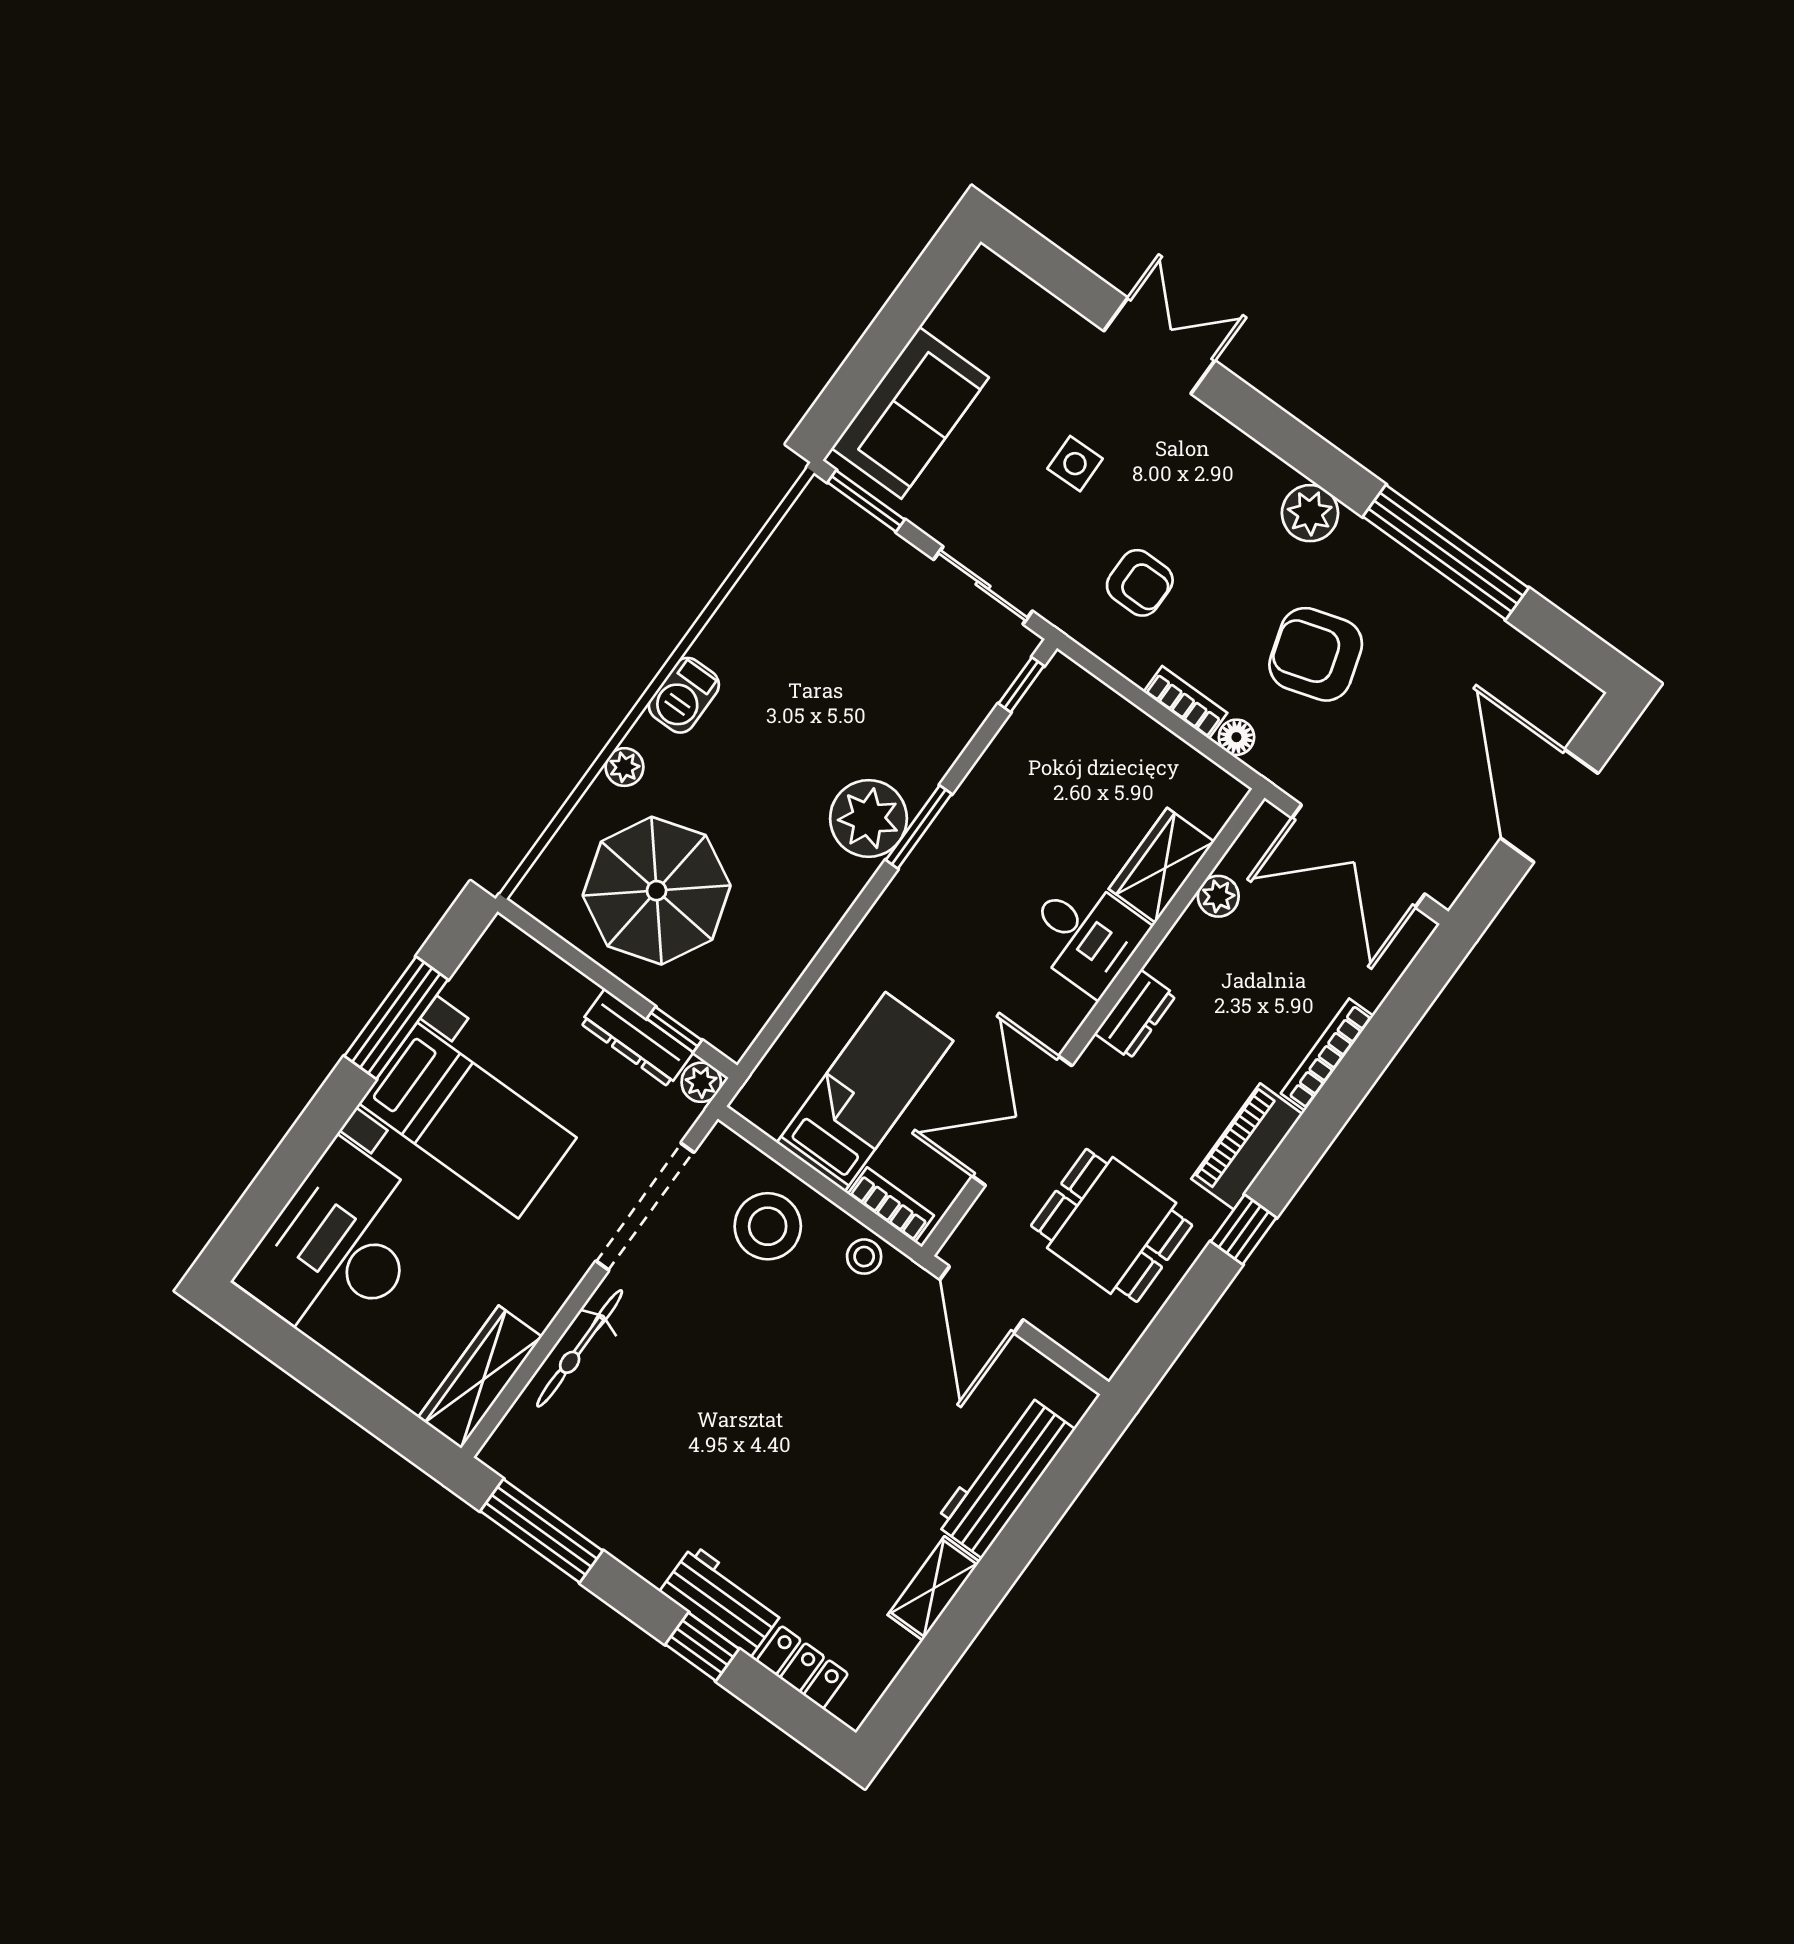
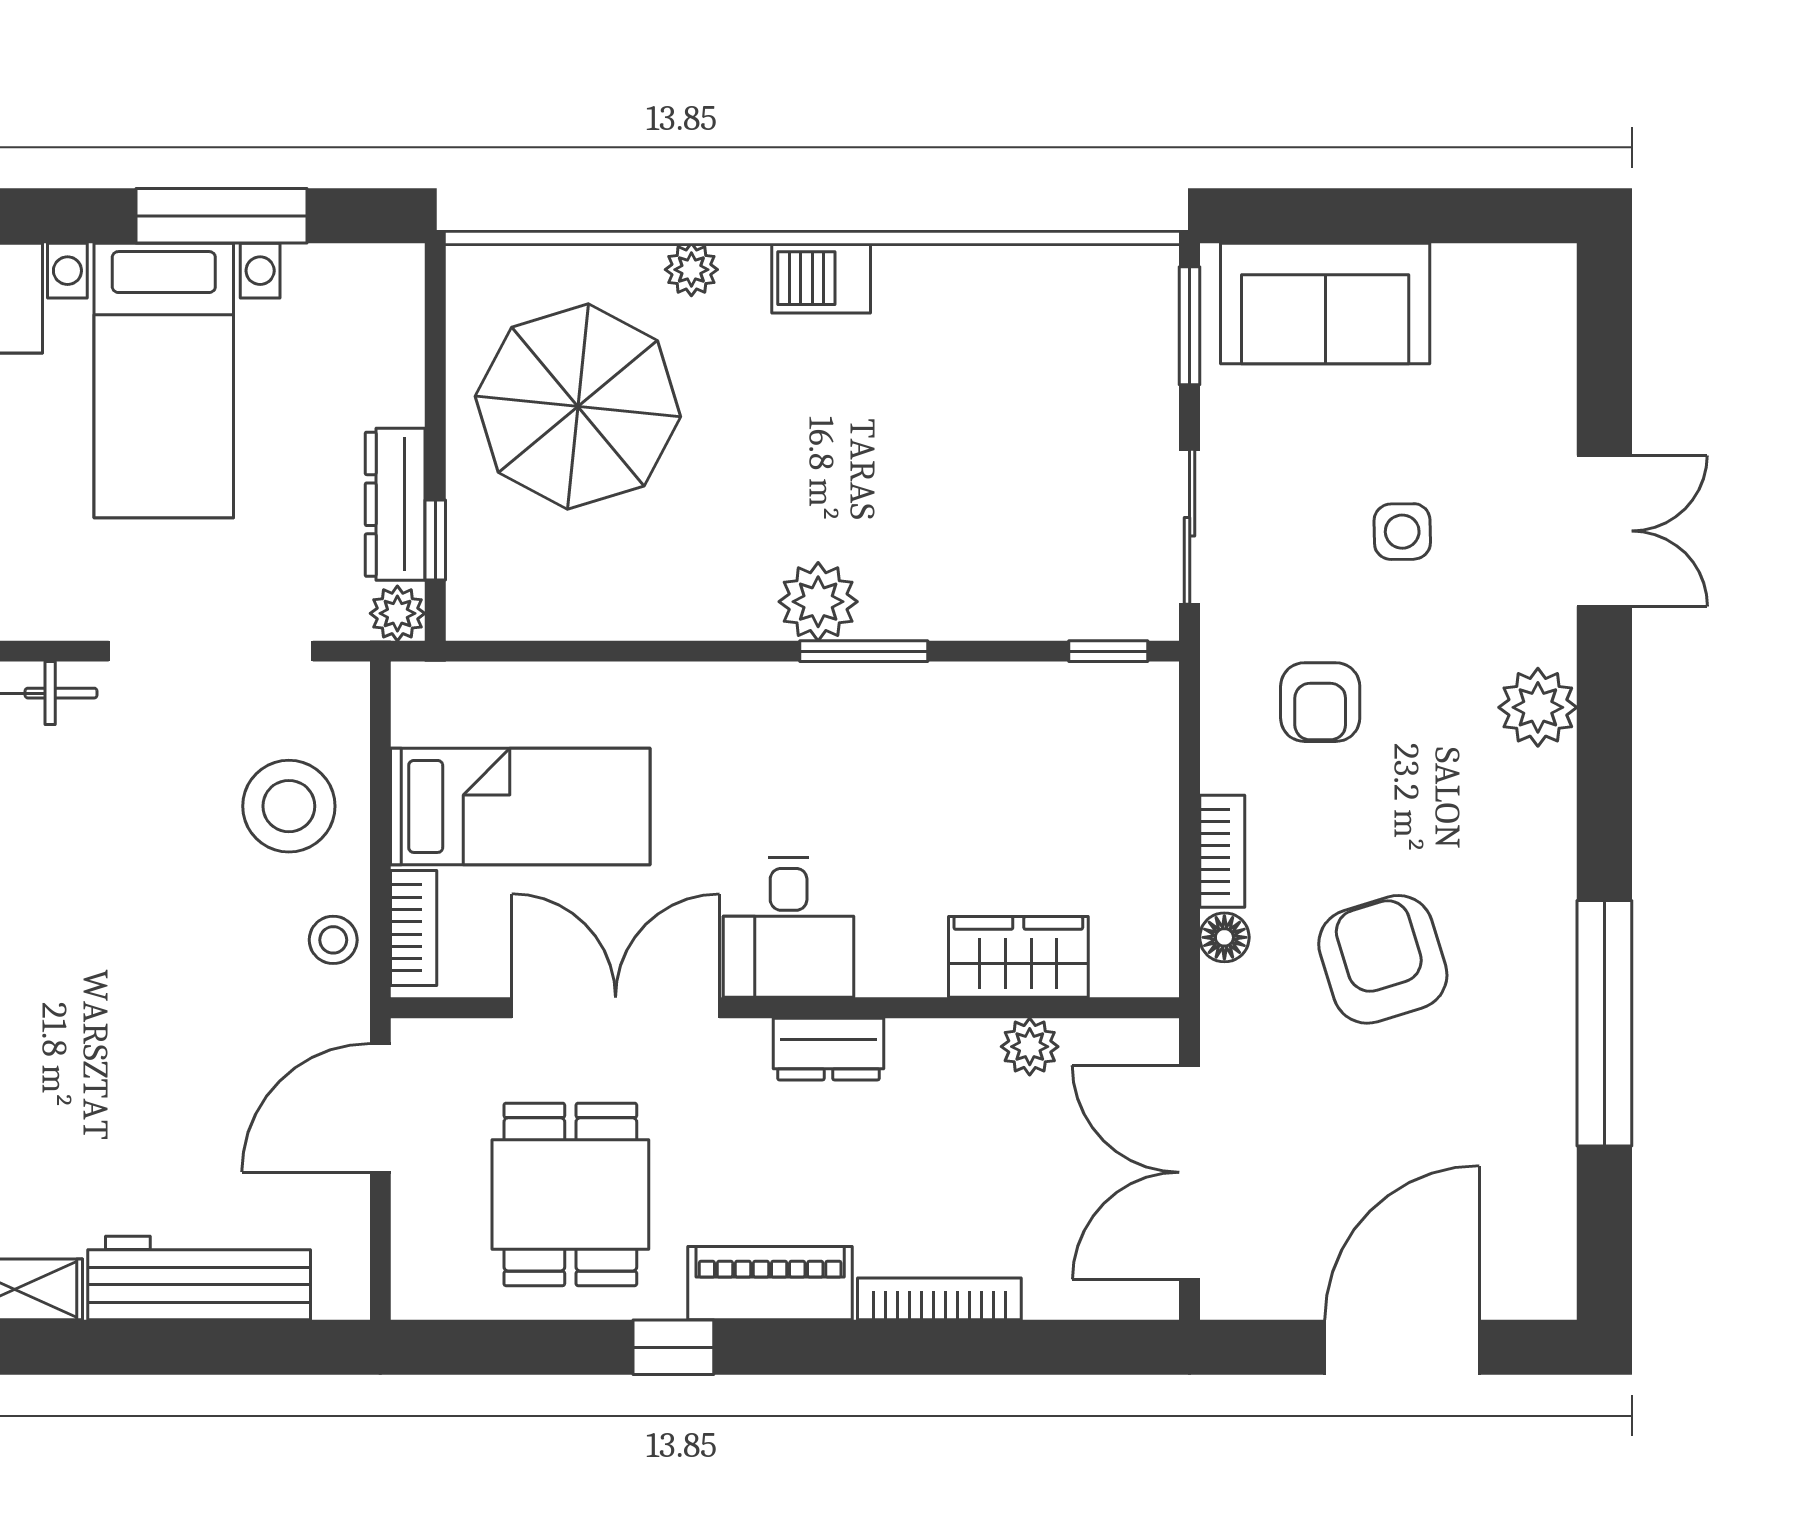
plant: (1310, 513) -> (1538, 707), moved
plant: (868, 818) -> (818, 602), width x0.73, depth x0.73
desk: (1085, 935) -> (789, 927), moved

